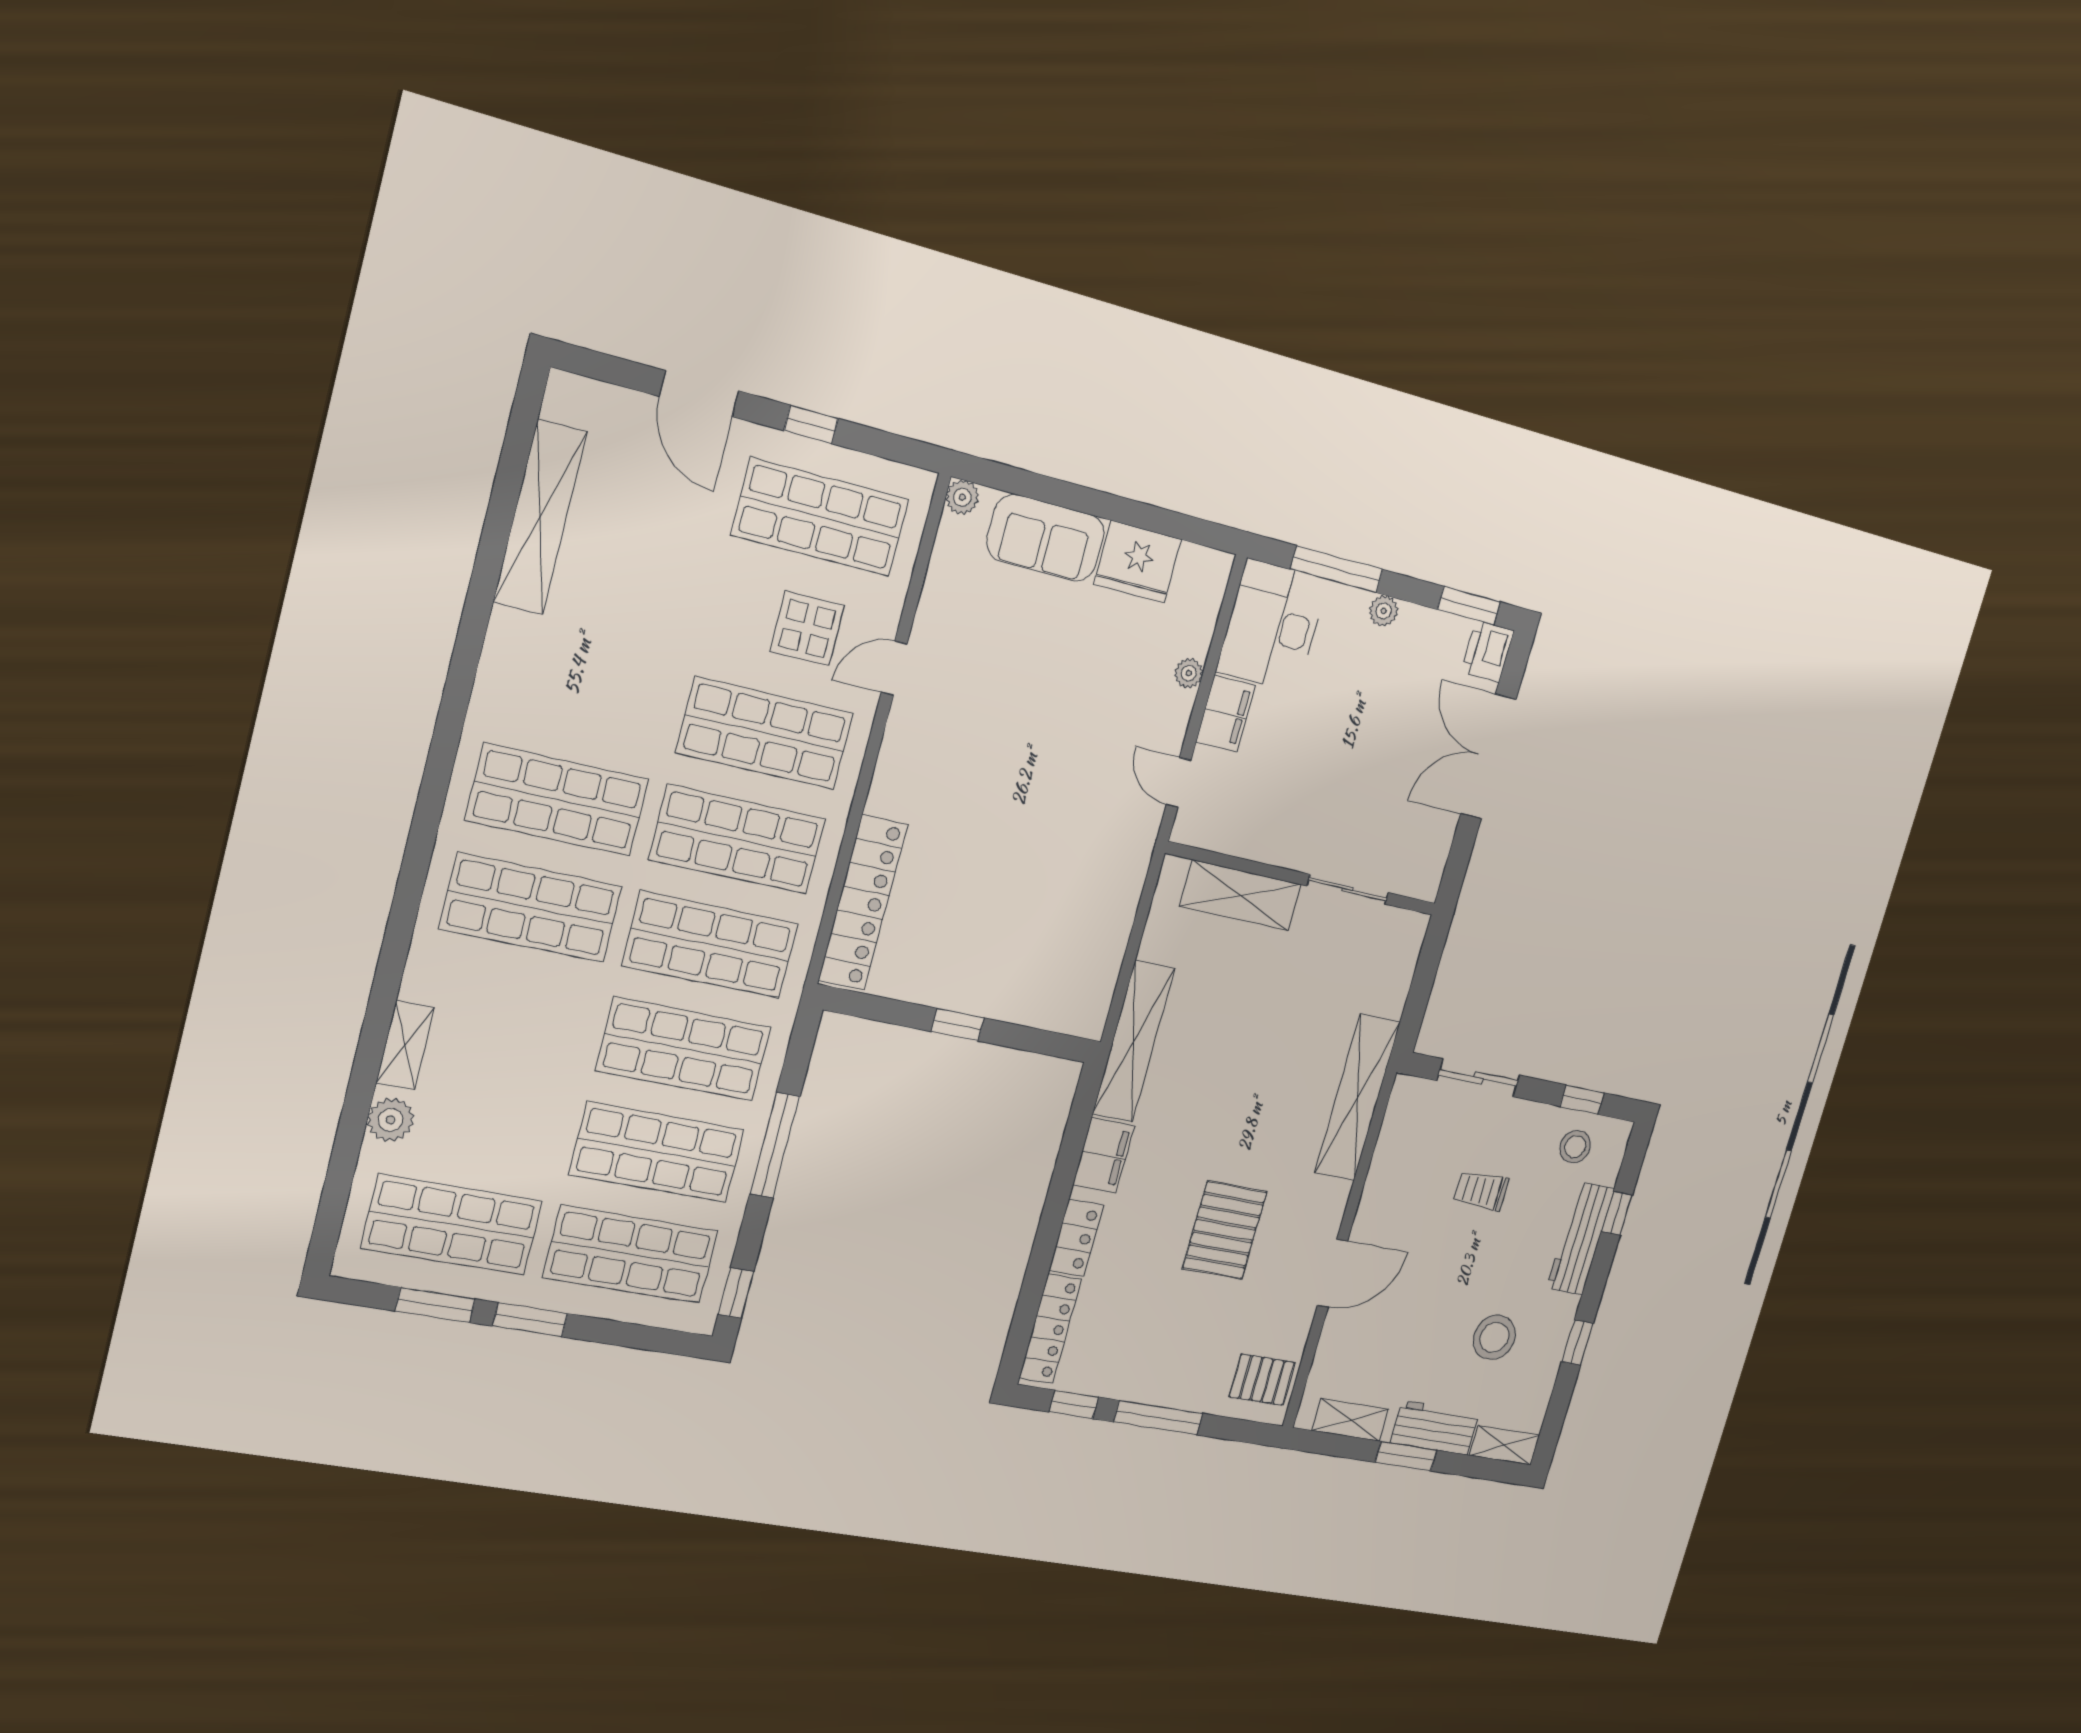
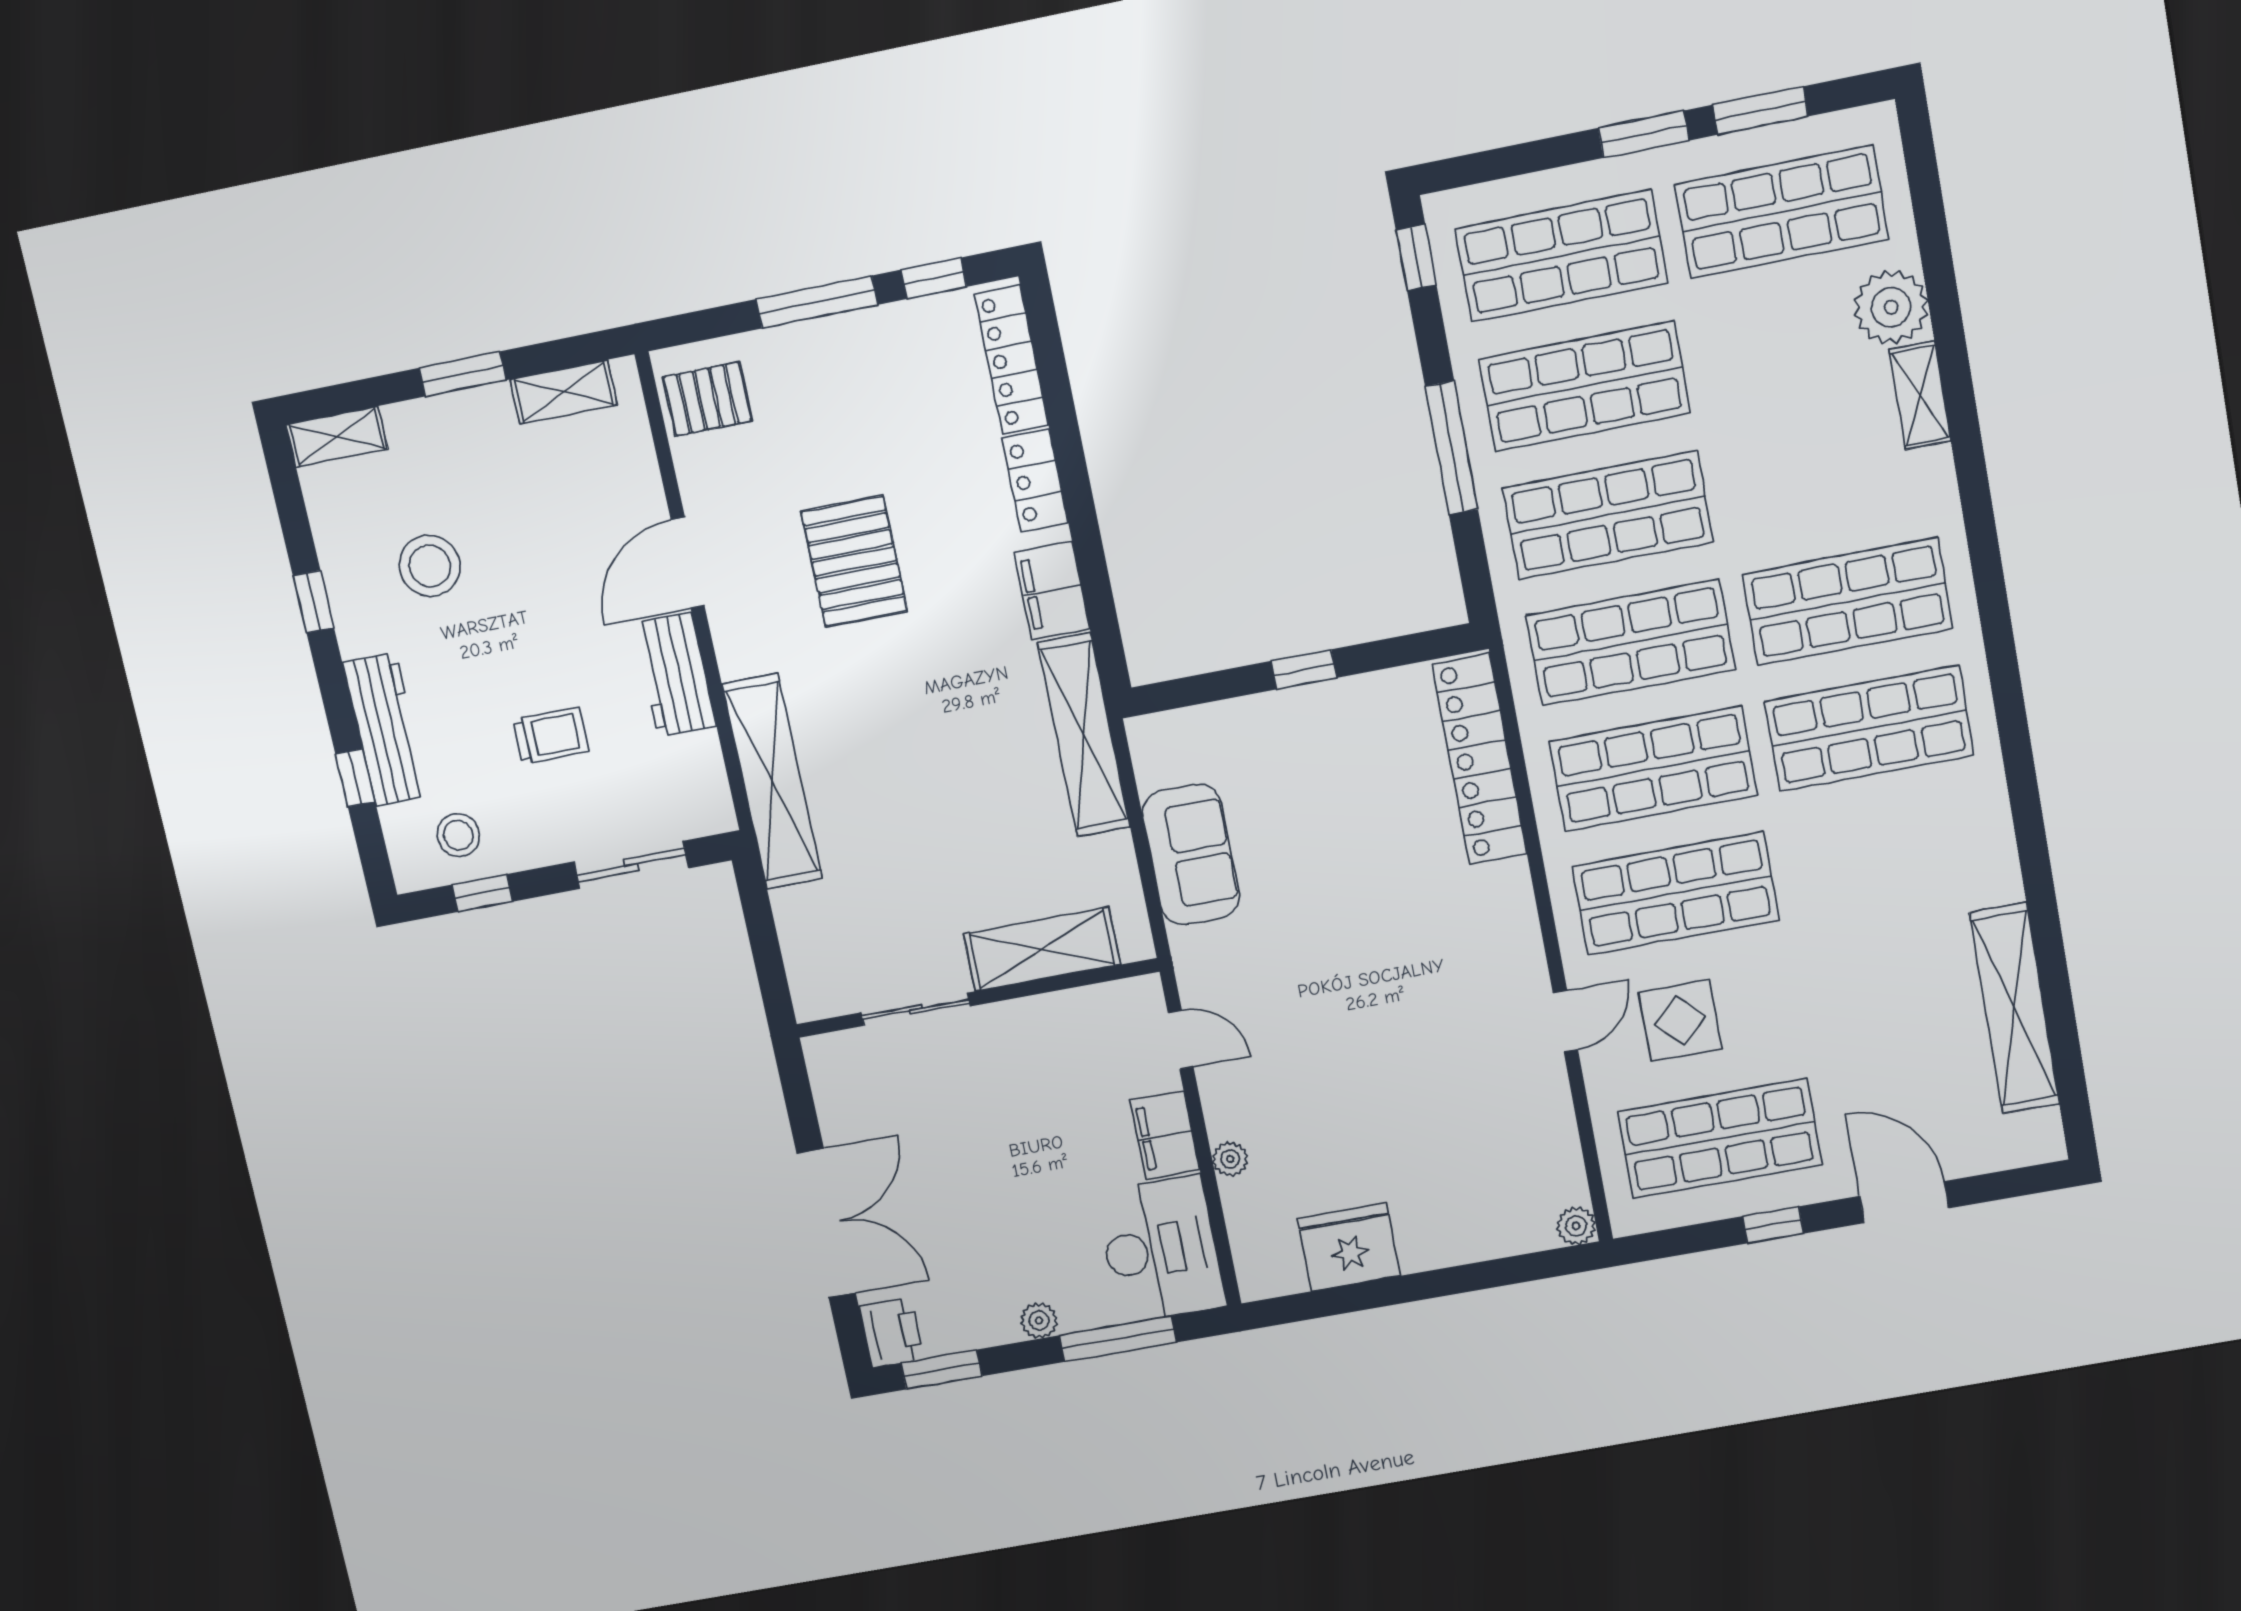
sofa: (1046, 538) -> (1191, 855), moved, turned 90
plant: (391, 1120) -> (1891, 307), width x1.36, depth x1.36
workbench: (1435, 1428) -> (675, 675), moved, turned 90

